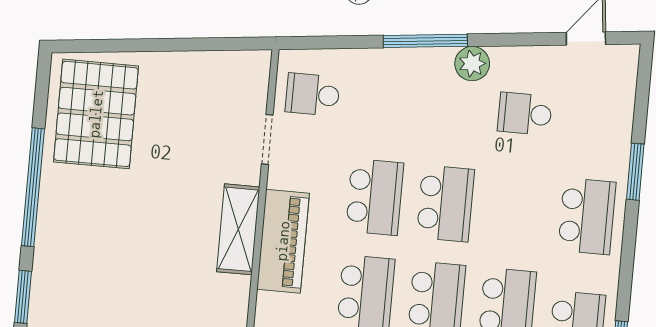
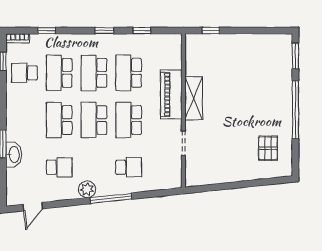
school desk: (313, 94) -> (129, 167), moved
pallet: (96, 114) -> (268, 148), width x0.49, depth x0.50
washbasin: (615, 148) -> (14, 155), added
school desk: (587, 216) -> (59, 120), moved

